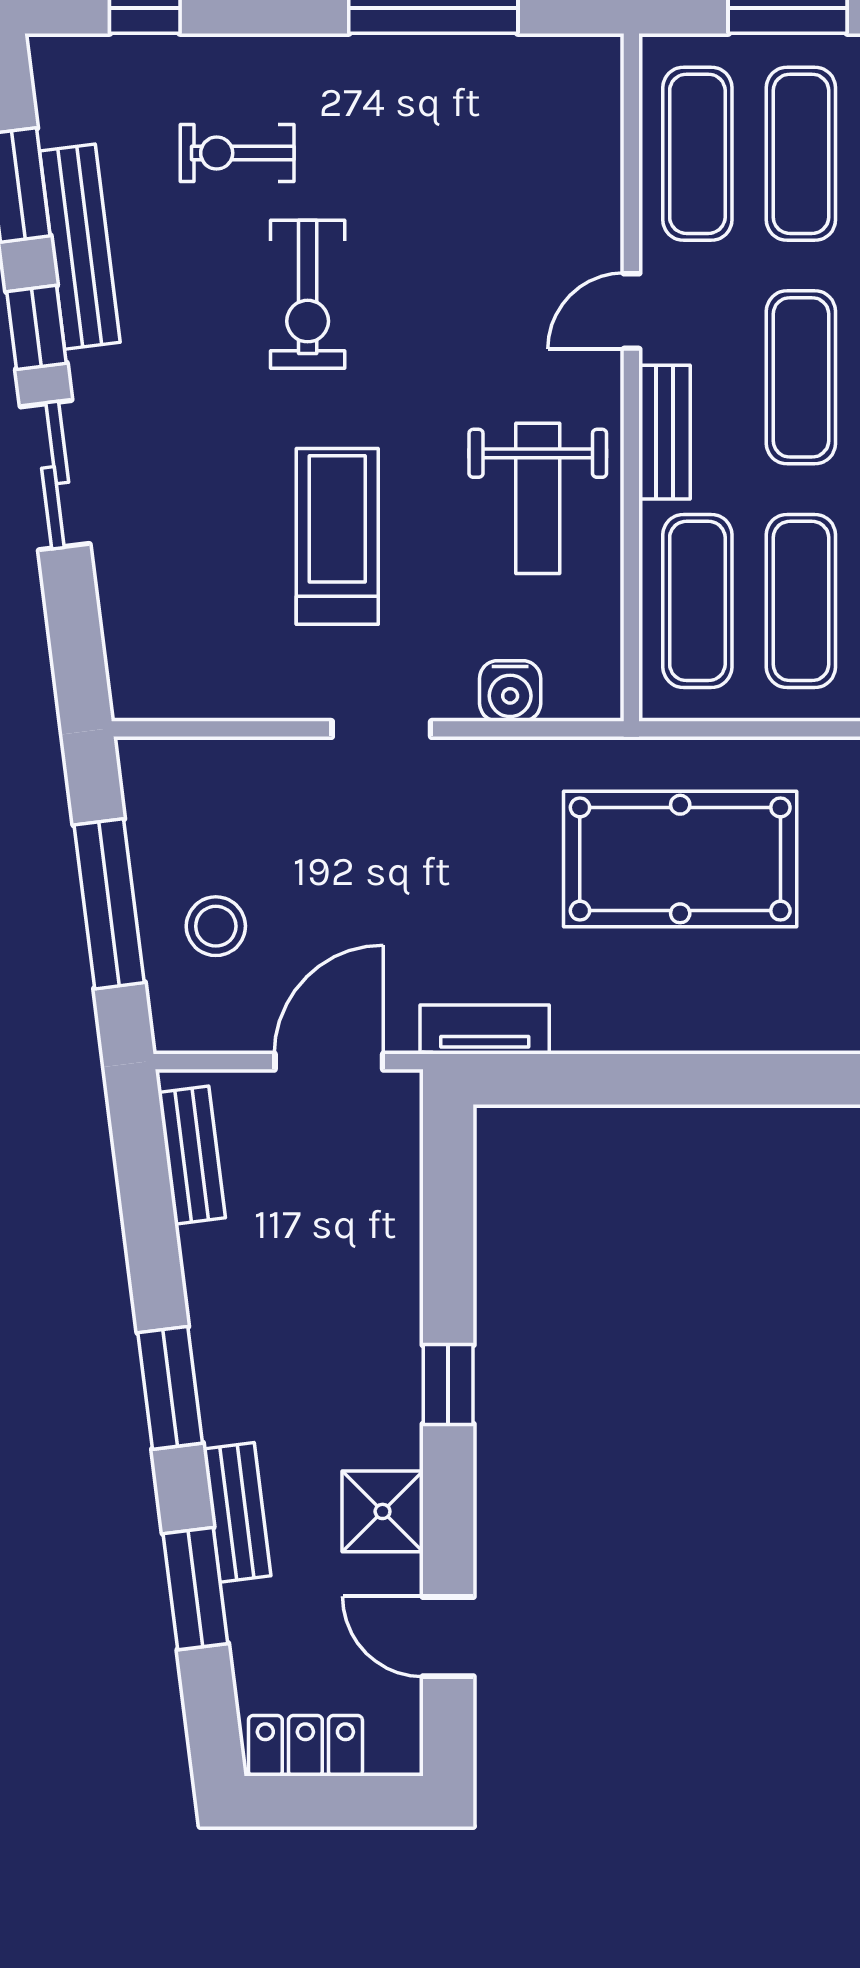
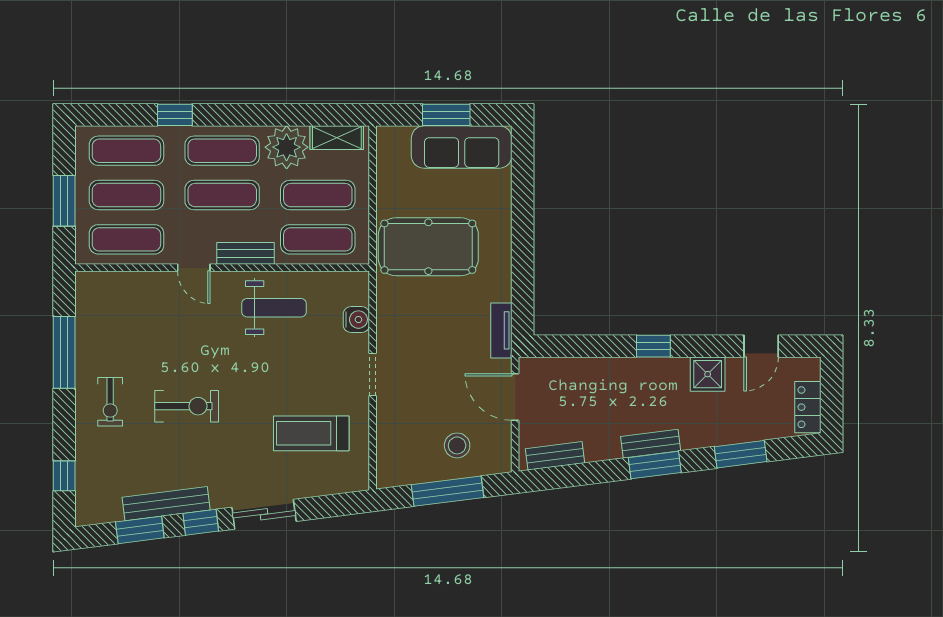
exercise bike: (237, 153) -> (110, 402), moved
treadmill: (337, 536) -> (311, 433), moved
pool table: (680, 859) -> (428, 247), turned 90
bench: (237, 1512) -> (651, 444), moved

